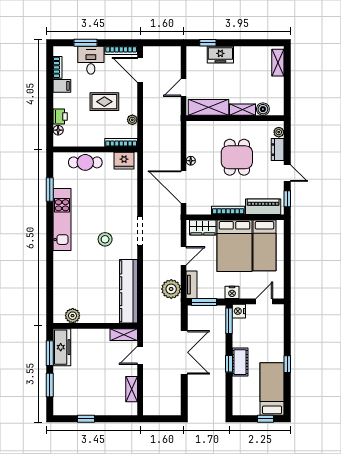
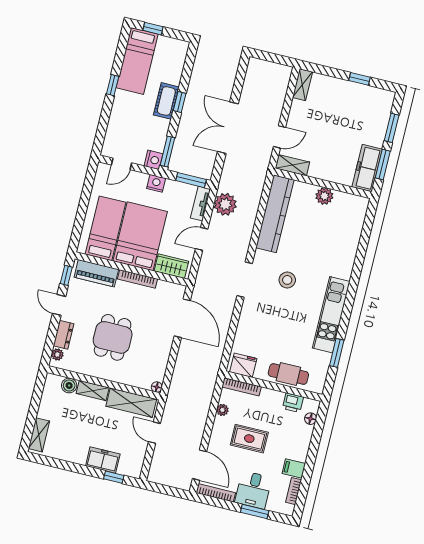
door: (183, 88) -> (154, 433), swing flipped
printer: (60, 117) -> (293, 403), moved, turned -90
floor lamp: (191, 161) -> (157, 387), moved
plant: (73, 316) -> (324, 196), moved
shelving: (132, 389) -> (302, 85), moved

